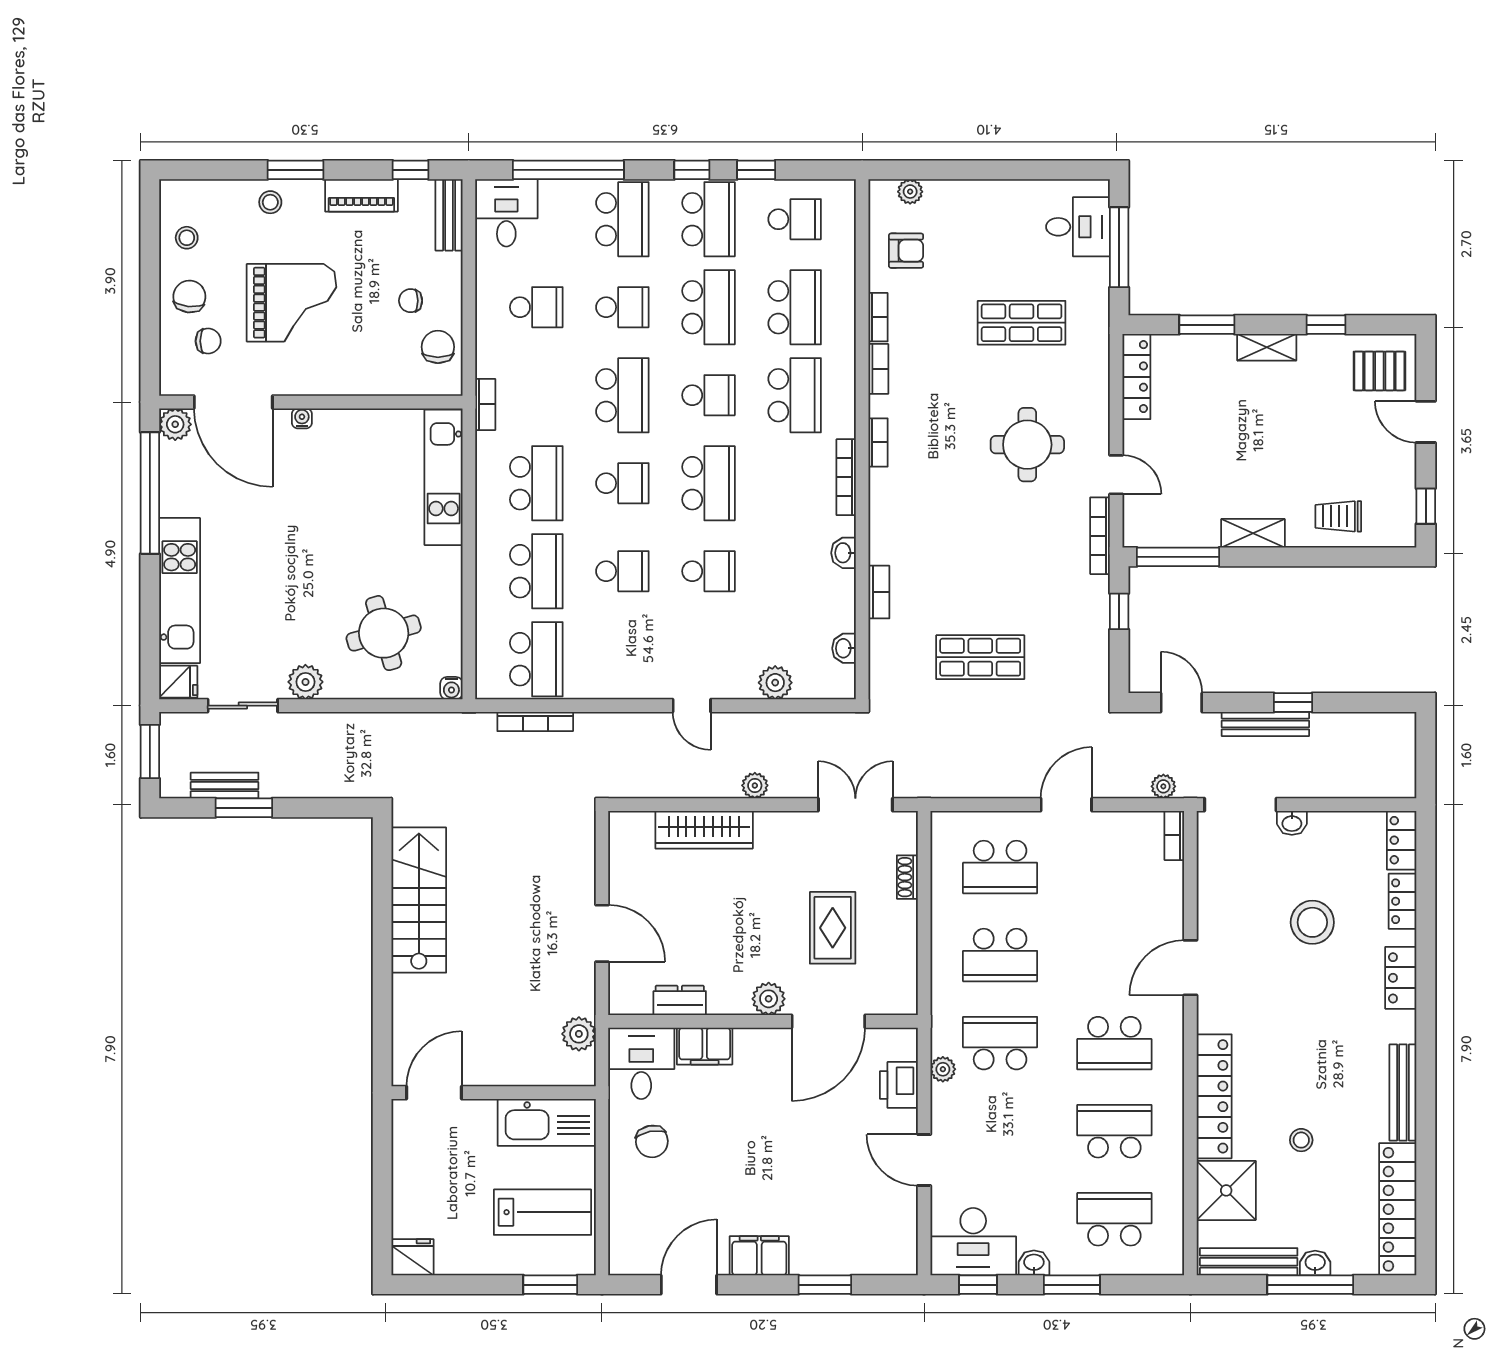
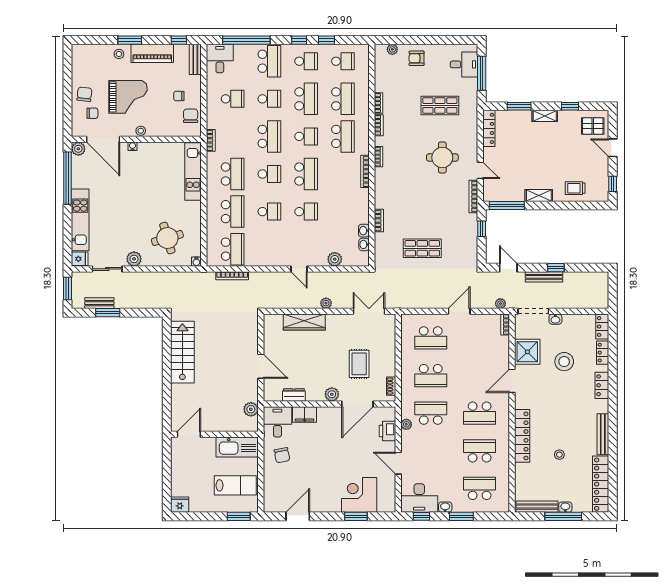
piano: (361, 195) -> (152, 53), width x1.37, depth x1.33
school desk: (709, 219) -> (306, 61), width x0.54
stool: (187, 238) -> (141, 131), moved
armchair: (906, 251) -> (417, 58), moved, turned 180
washbasin: (844, 553) -> (364, 231), moved
shoe rack: (907, 877) -> (391, 386), moved
shower: (1226, 1190) -> (527, 352), moved
corner desk: (832, 1234) -> (359, 495), added
filing cabinet: (759, 1256) -> (328, 504), removed

